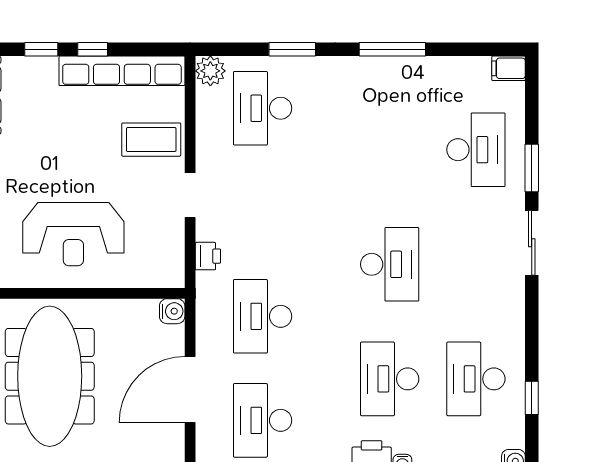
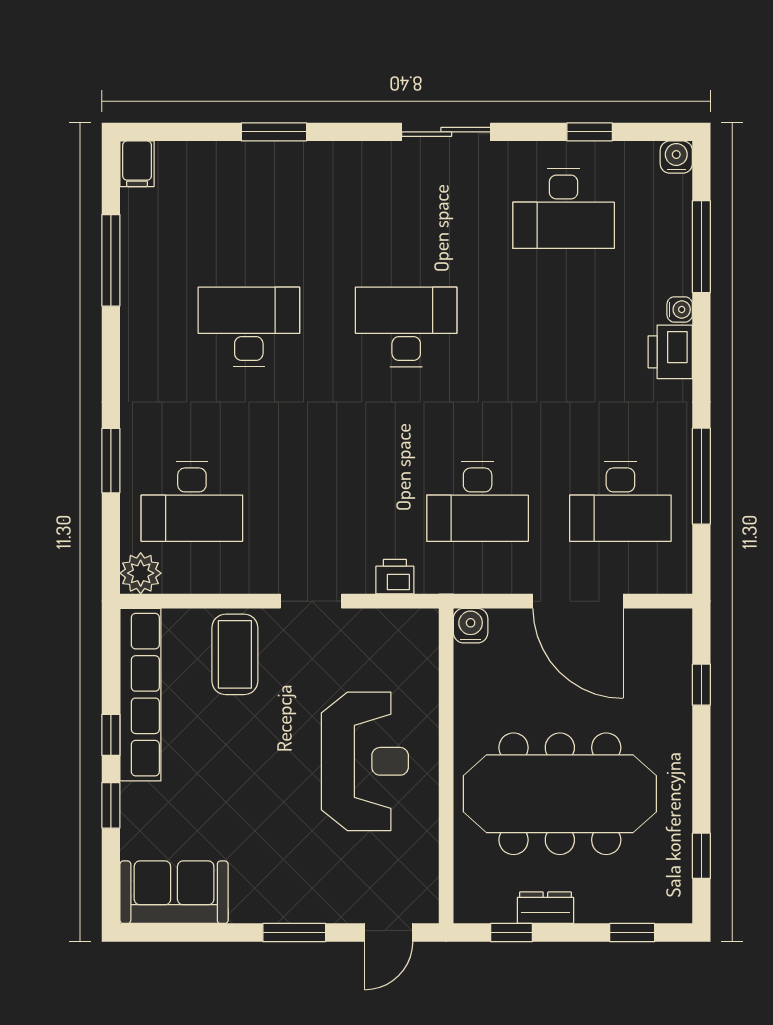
window: (392, 49) -> (111, 260), moved
desk: (476, 150) -> (249, 327), moved
sliding door: (532, 243) -> (446, 132), moved
desk: (390, 379) -> (564, 327), removed

